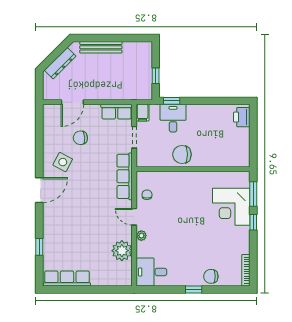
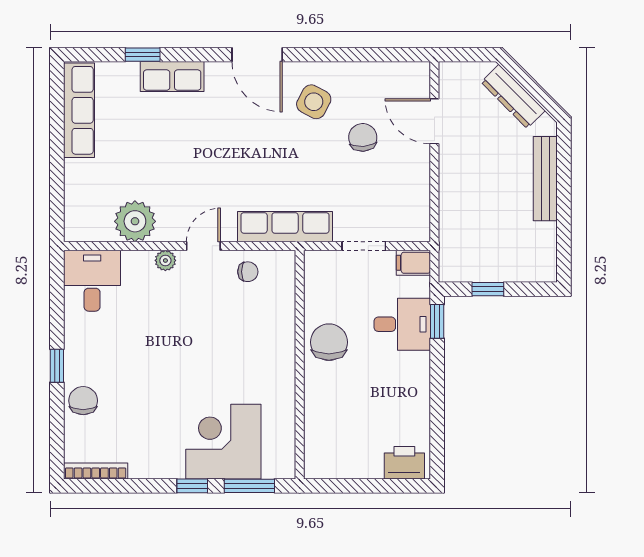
row of seats: (117, 112) -> (172, 76), moved, turned -90

